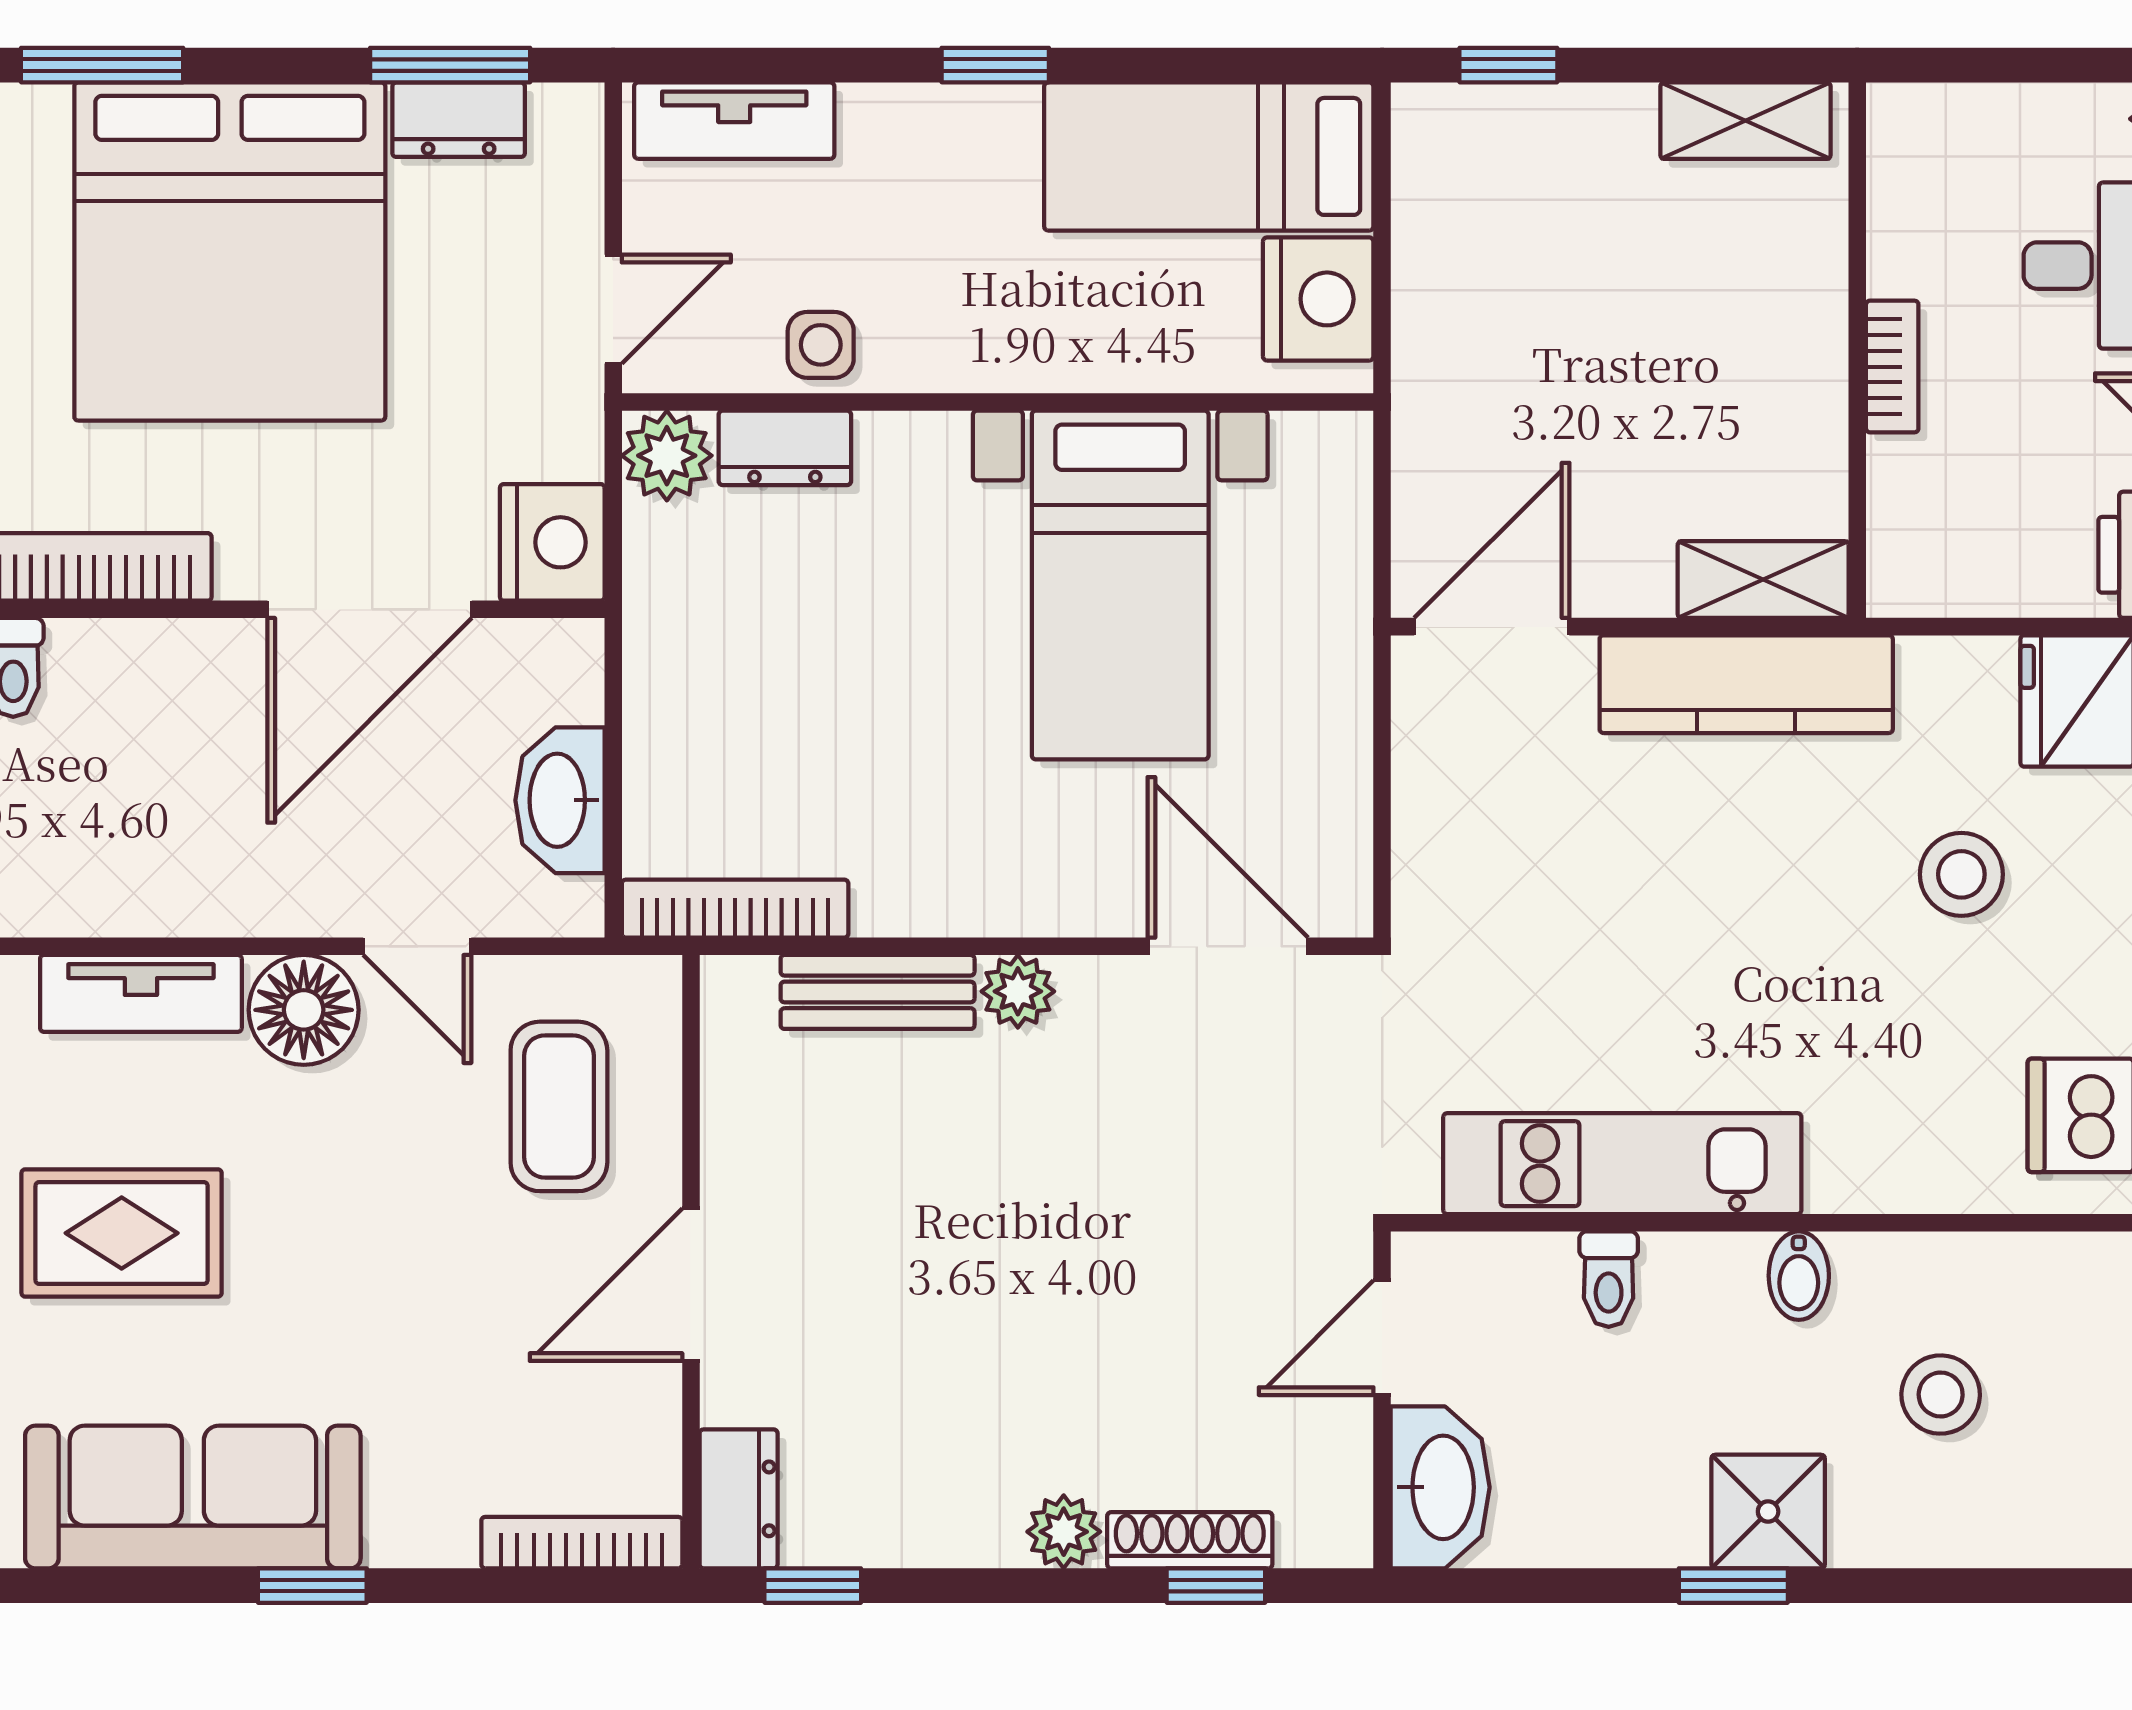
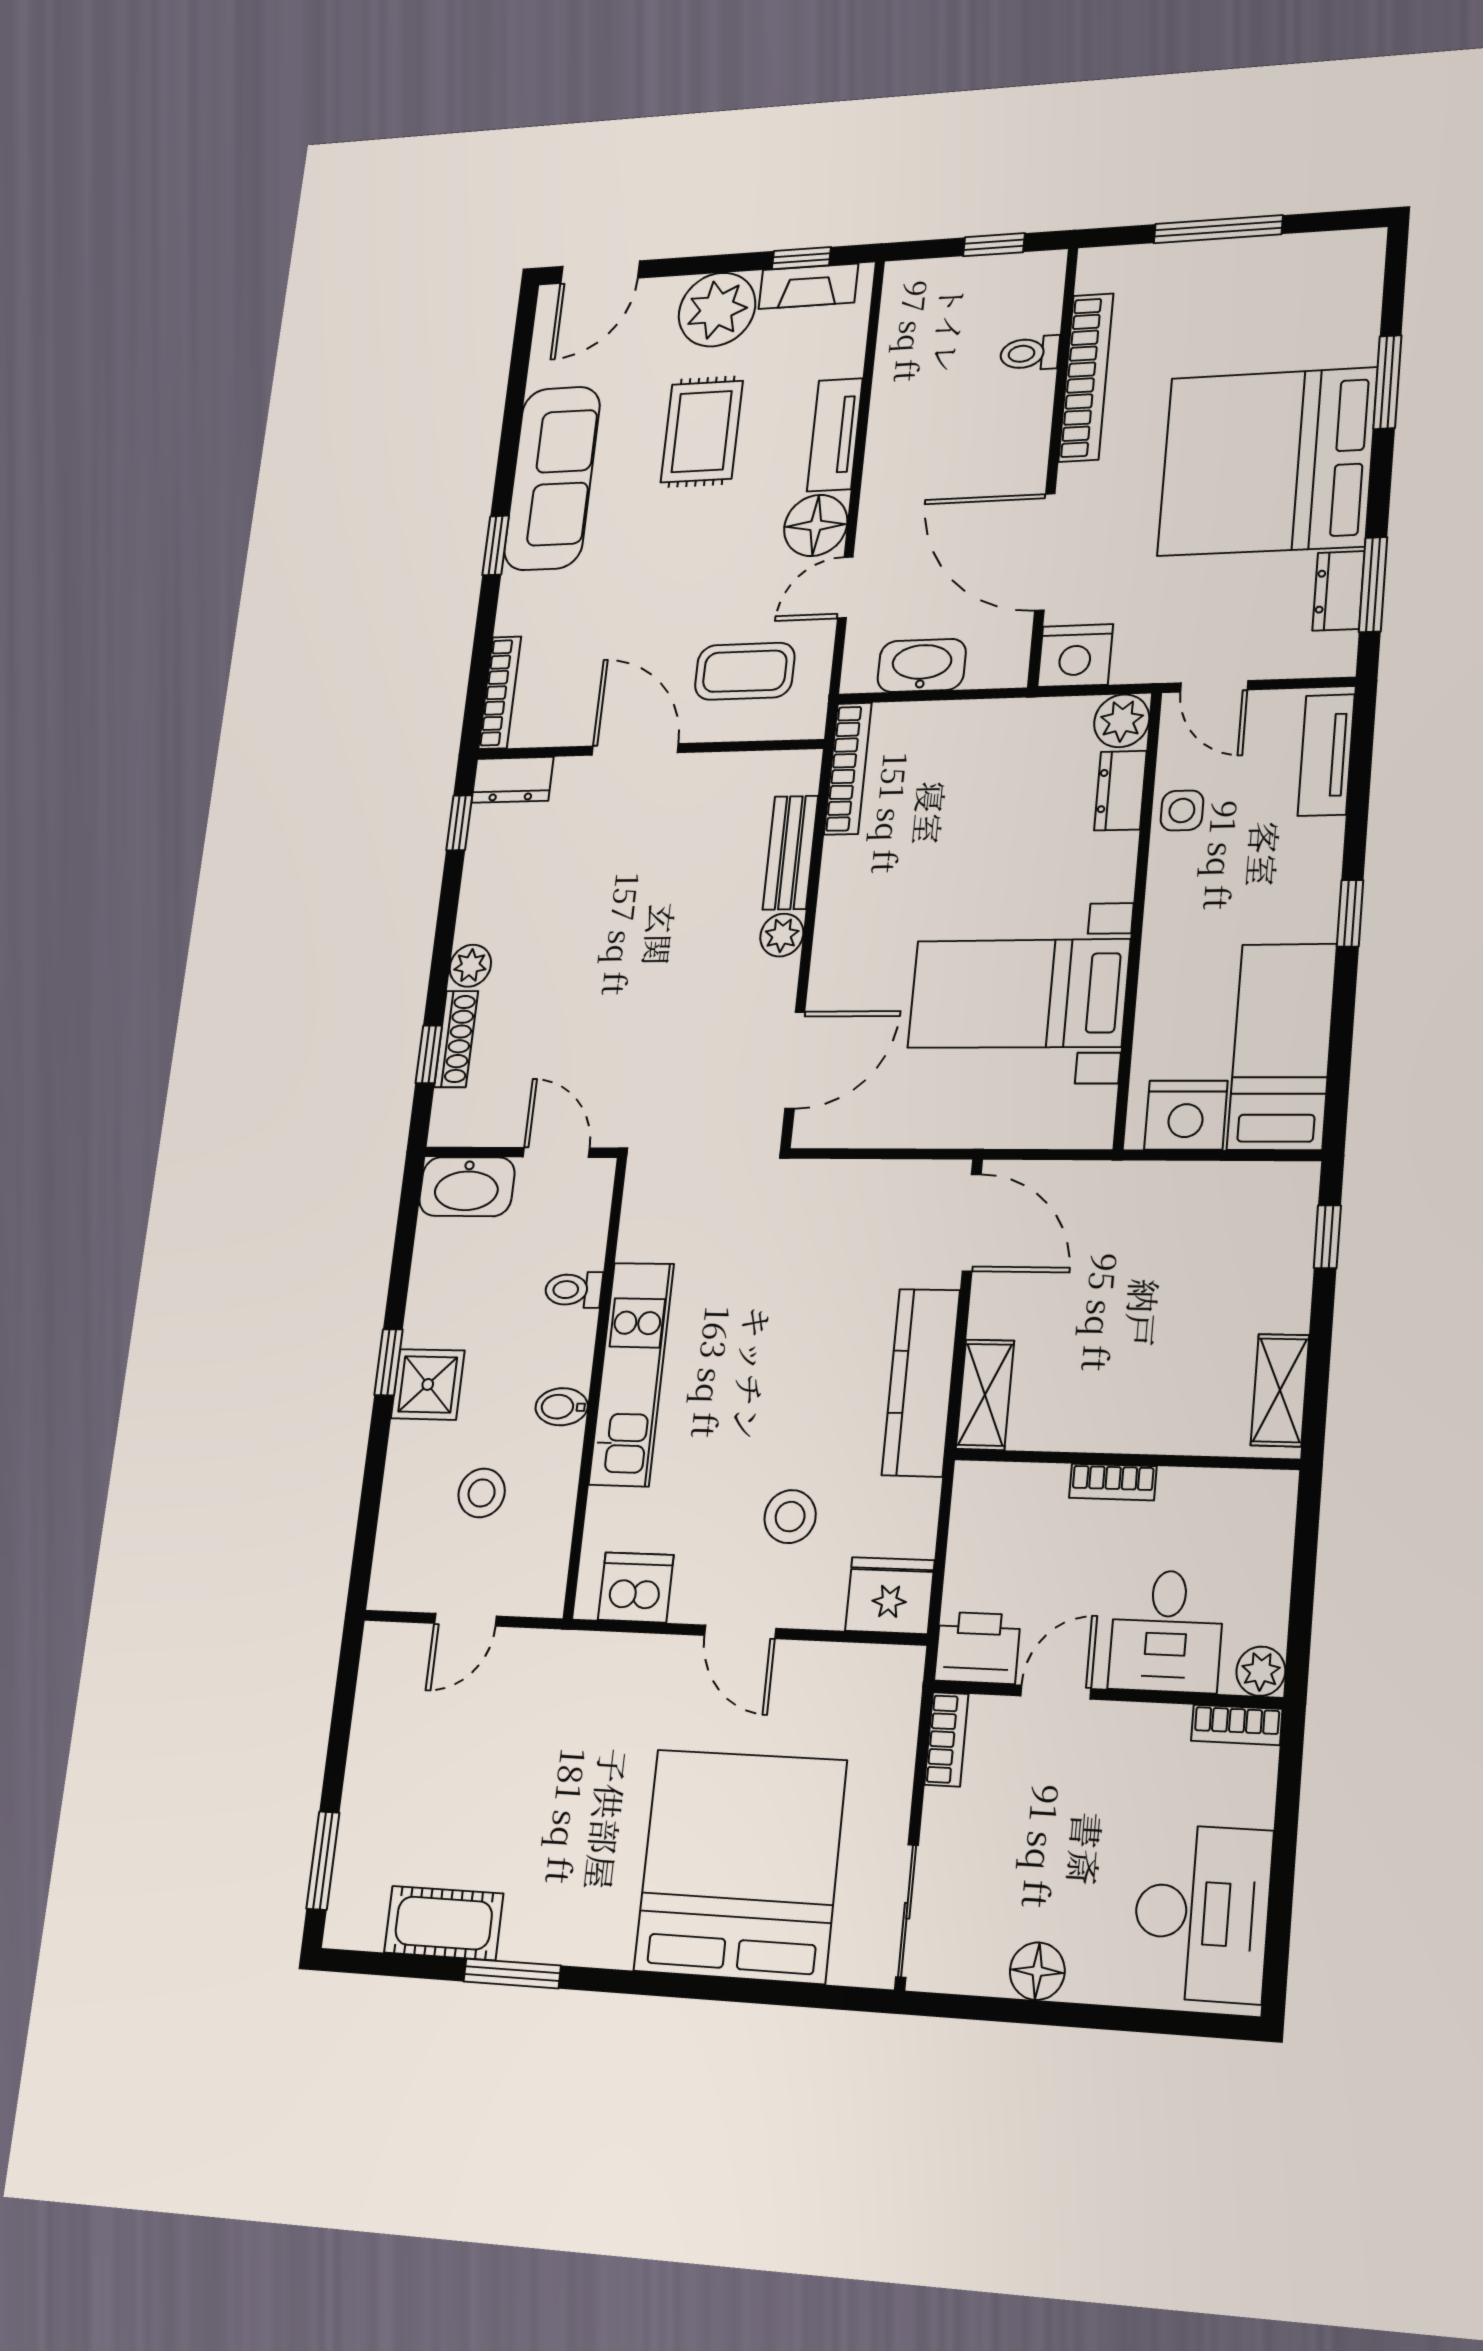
kitchen unit: (1622, 1164) -> (631, 1374), moved

